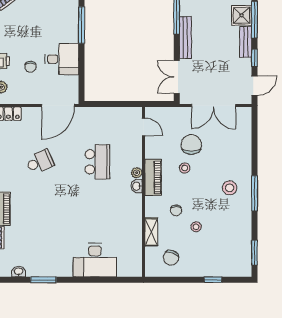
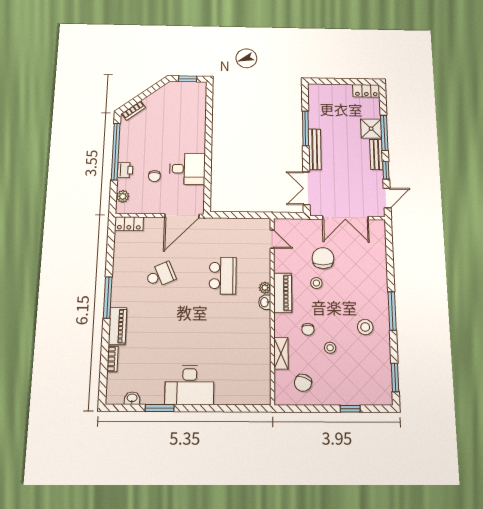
window: (82, 25) -> (209, 136), removed
stool: (230, 188) -> (365, 327), moved
desk: (95, 260) -> (190, 385), moved

